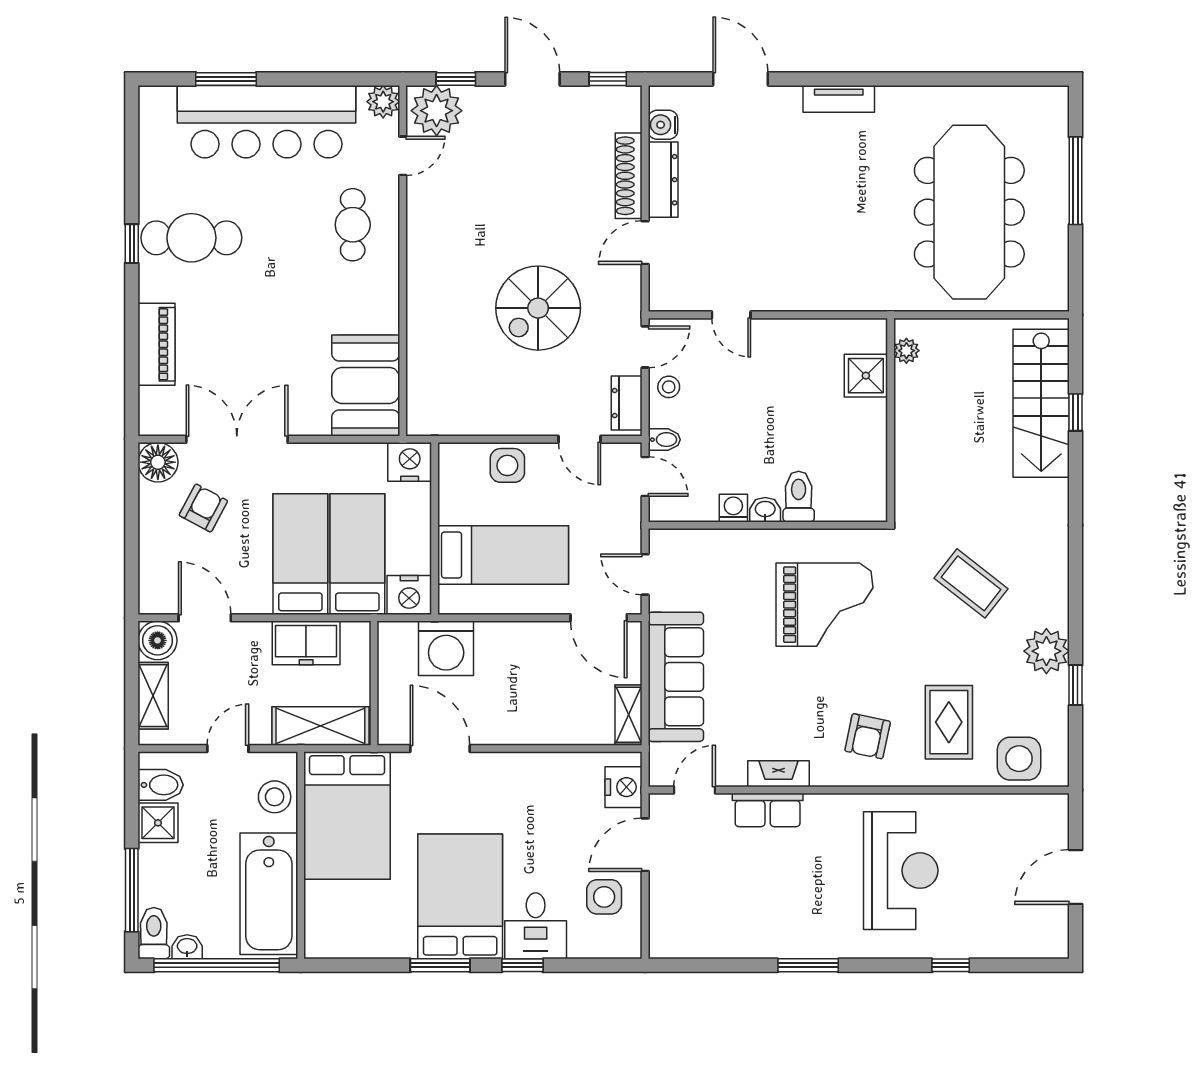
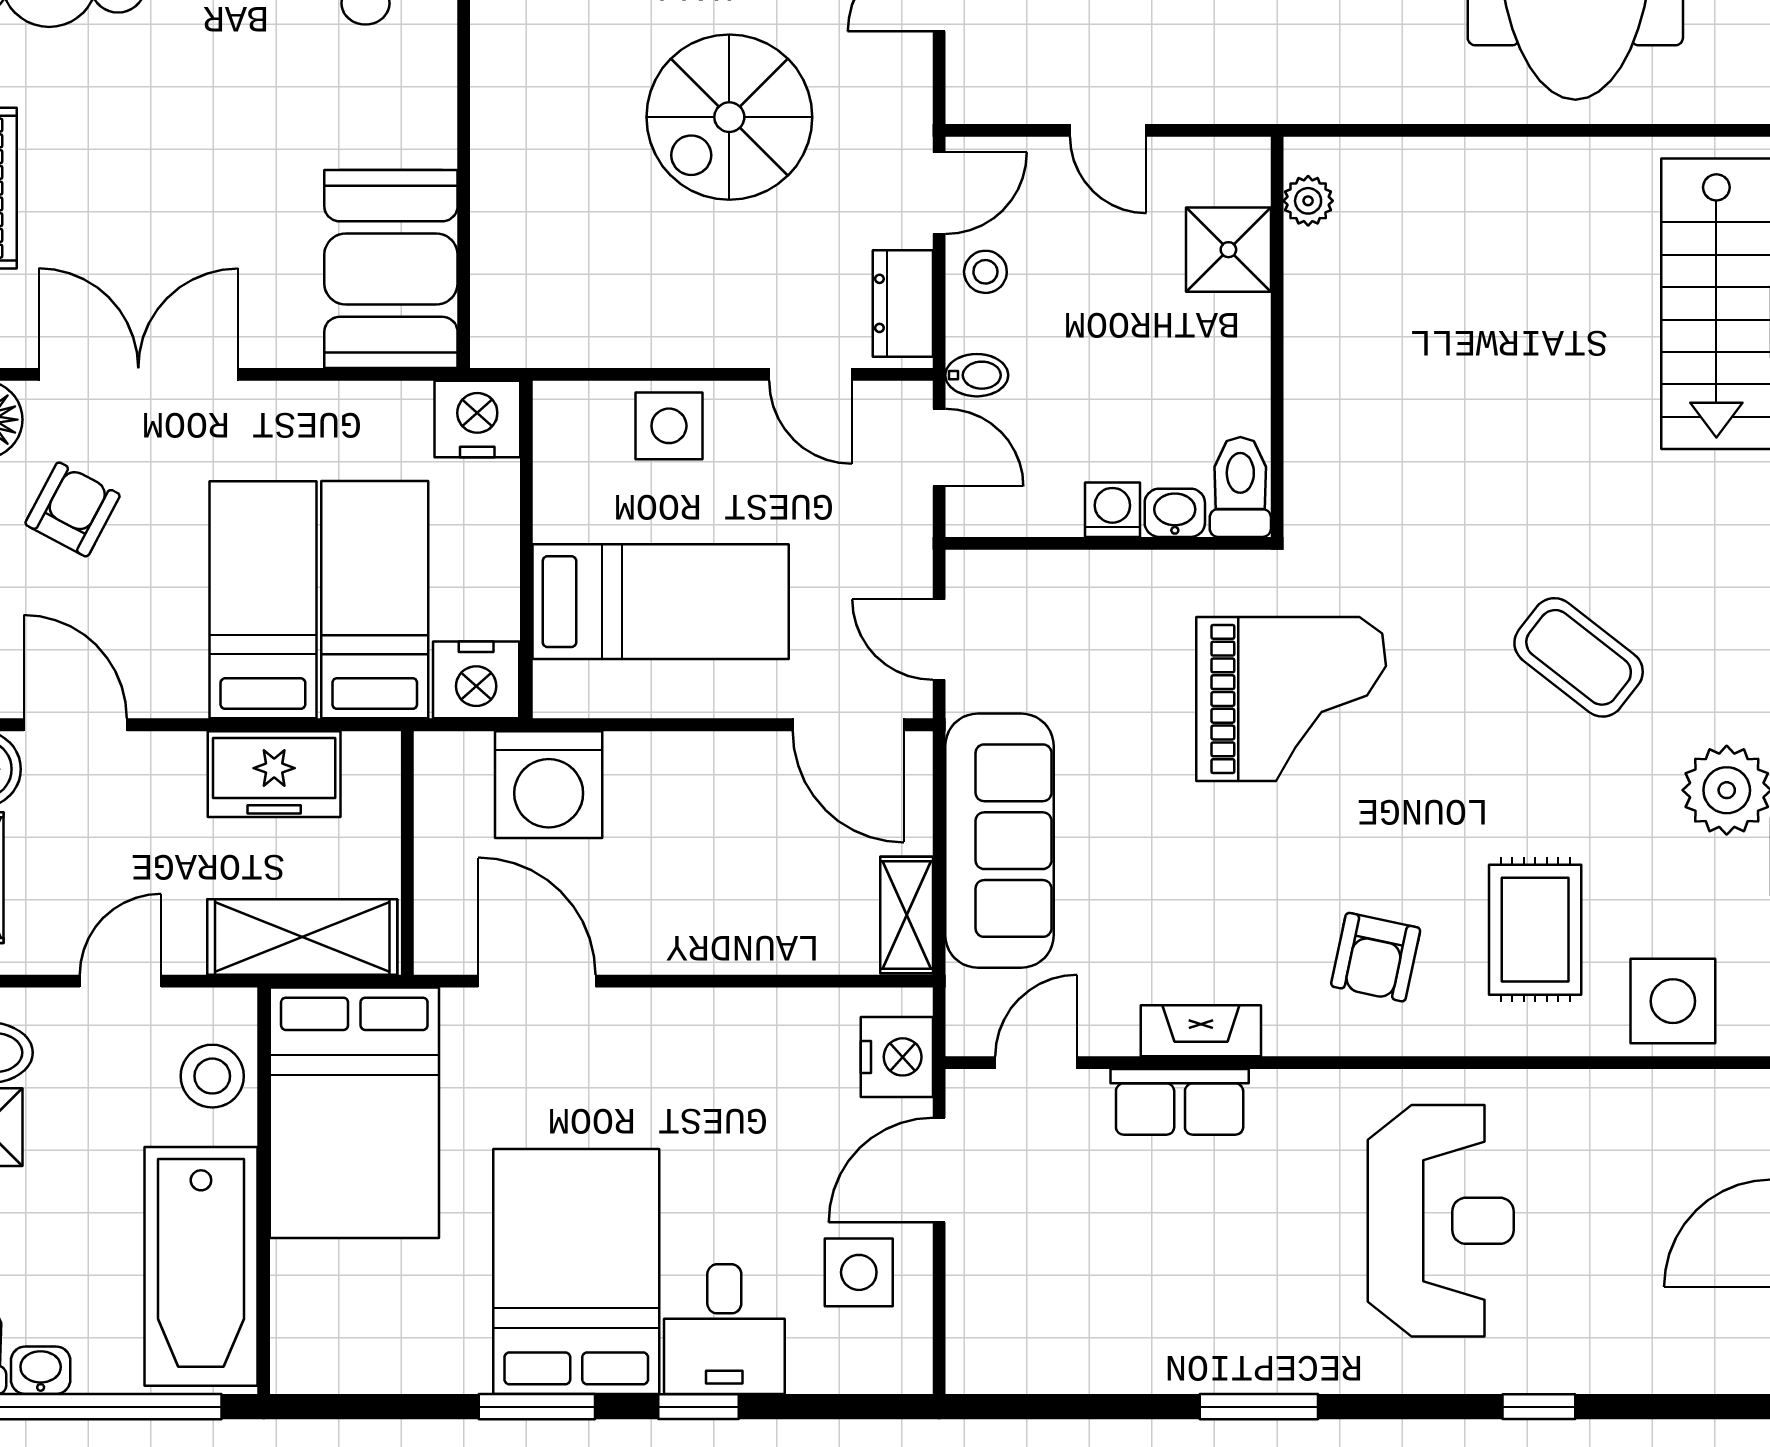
plant: (906, 351) -> (1308, 201), moved
shower: (866, 376) -> (1228, 250), moved
wall: (891, 420) -> (1277, 337), moved

